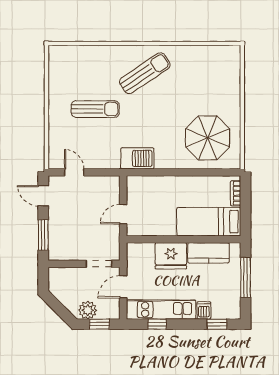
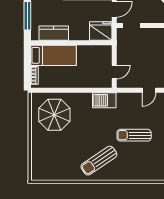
door: (74, 172) -> (149, 90), hinge flipped
door: (123, 214) -> (114, 72), moved
fridge: (171, 256) -> (101, 31), moved

